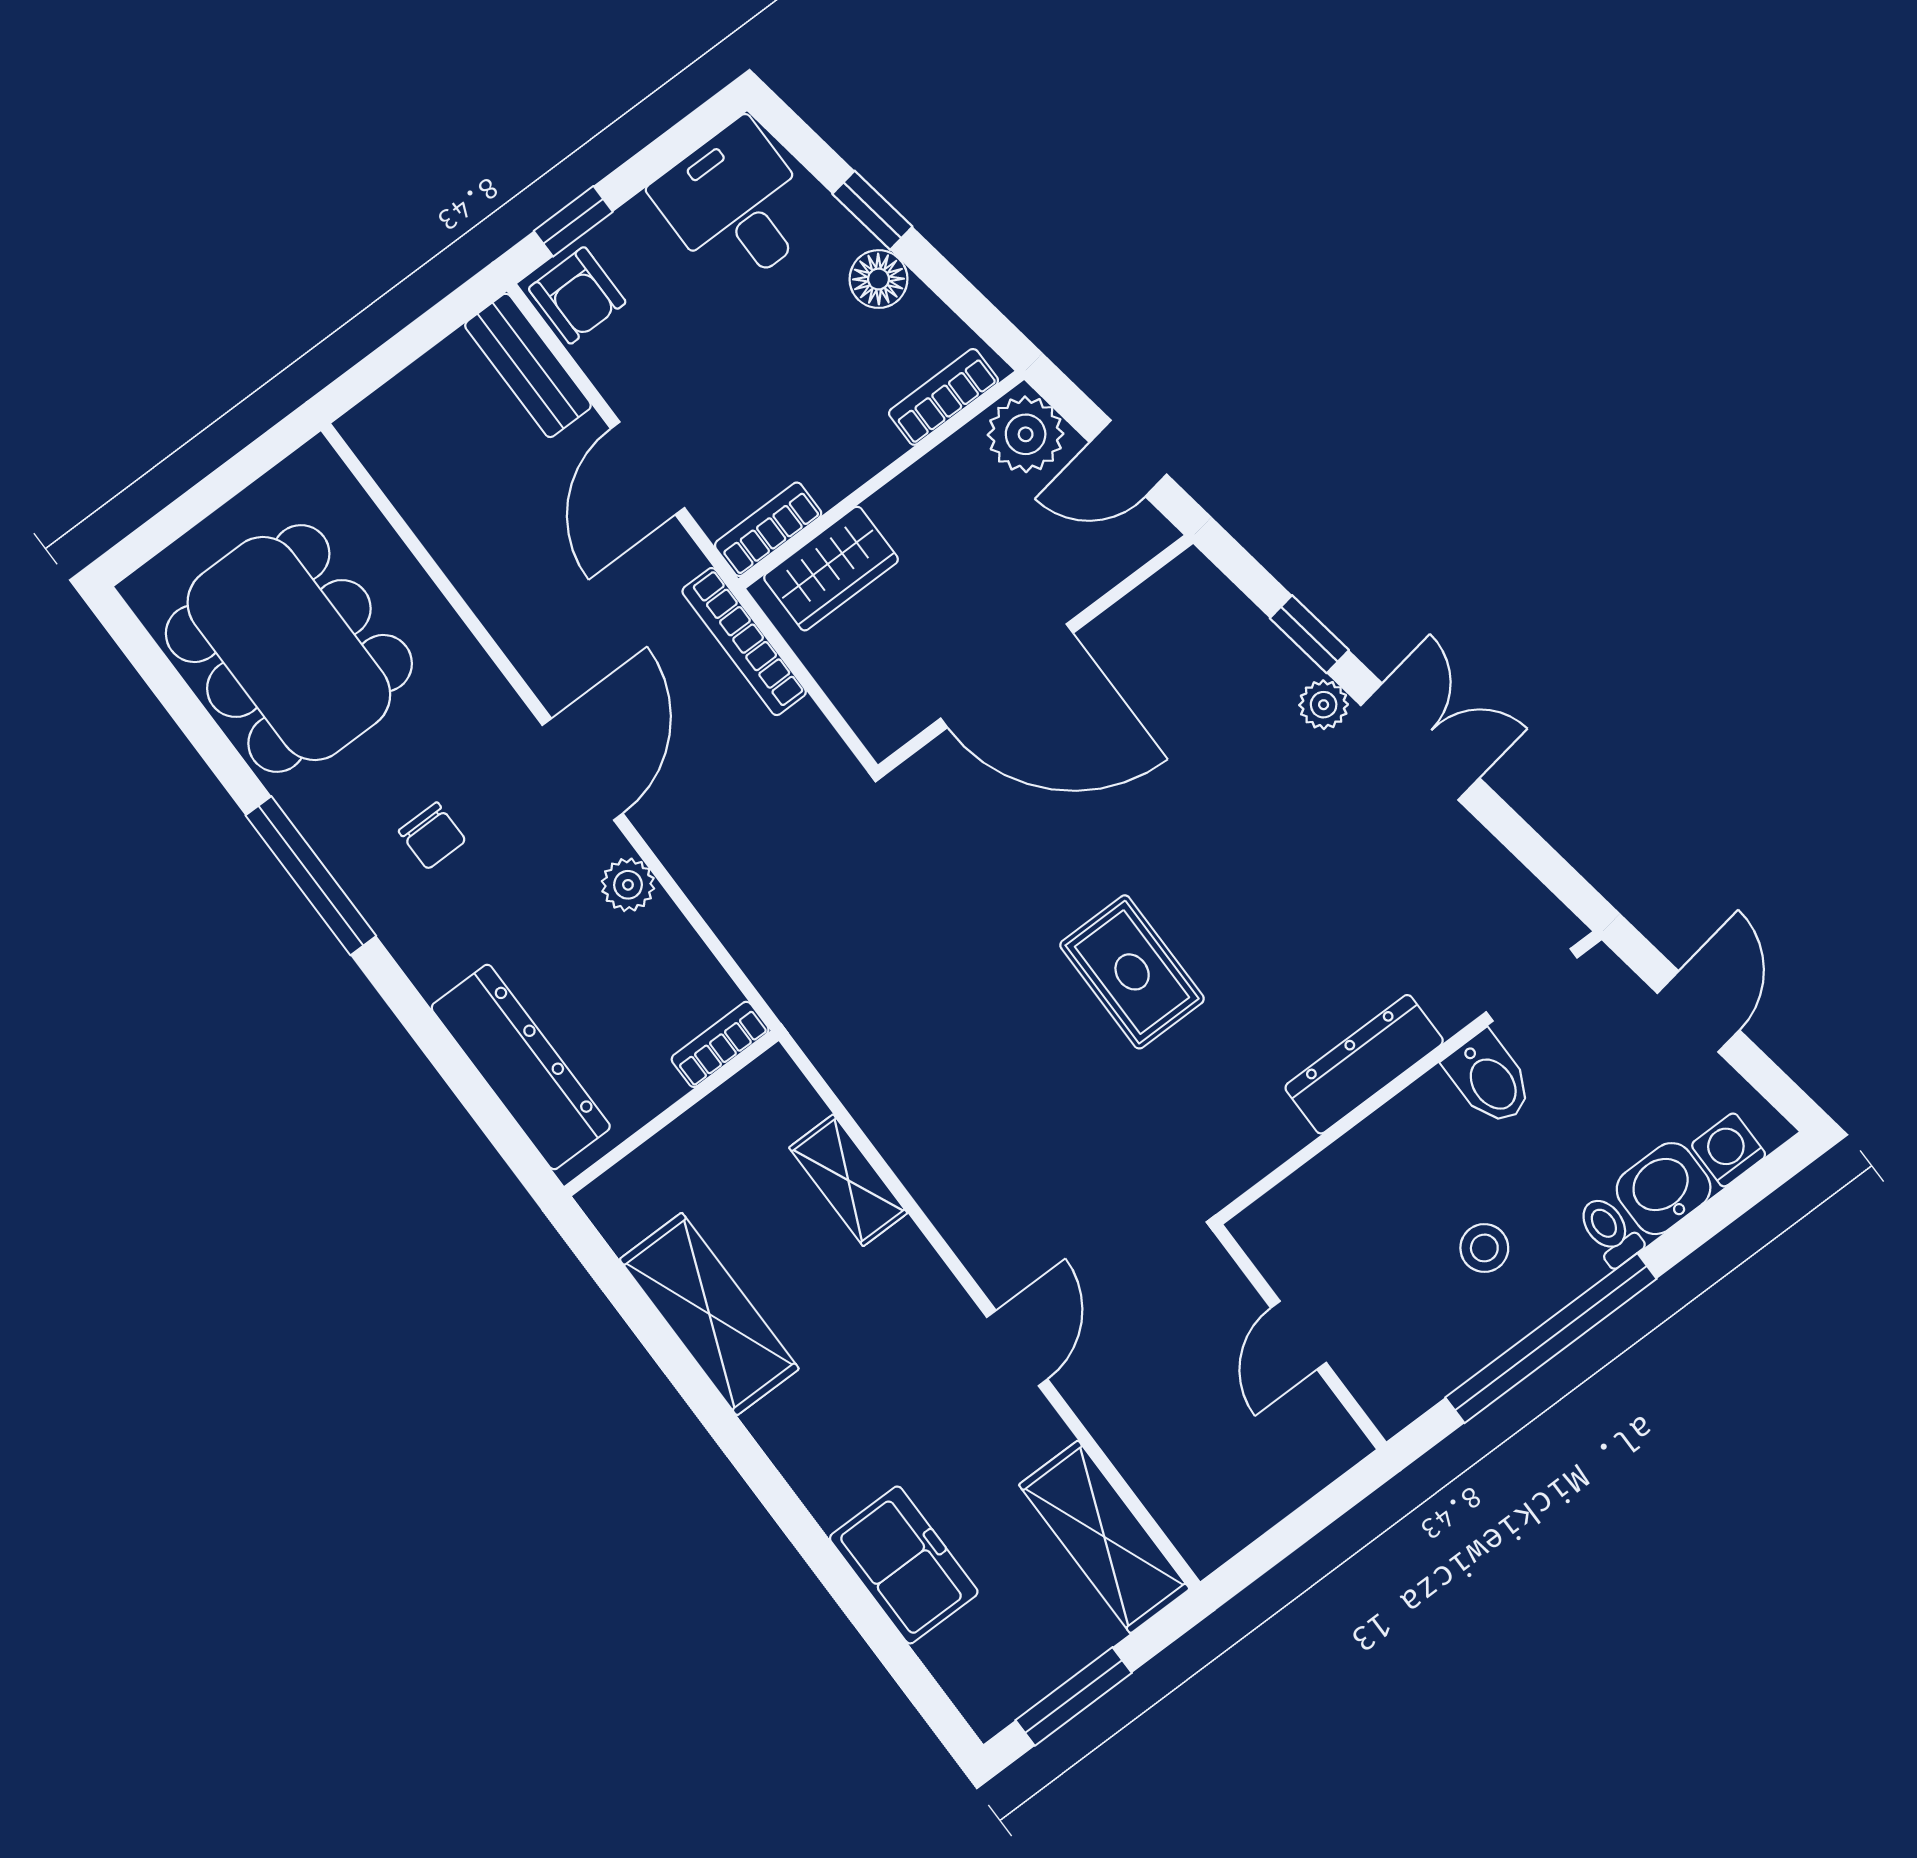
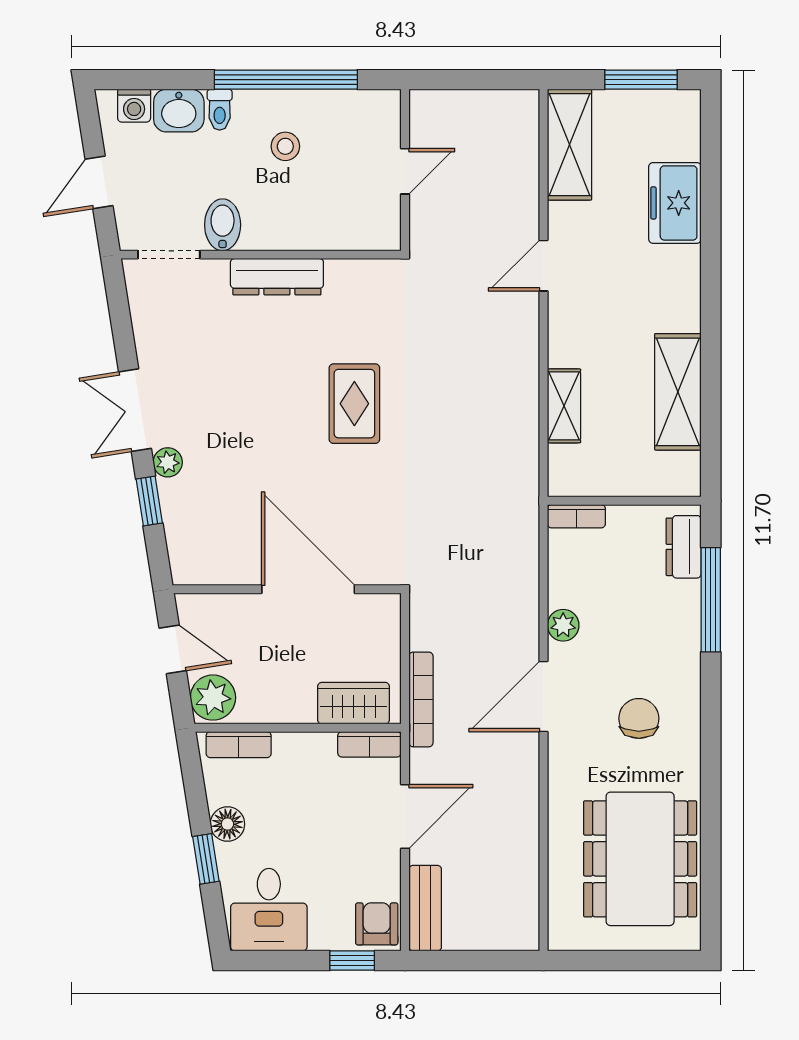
chair: (432, 836) -> (639, 718), width x1.37, depth x1.37
window: (311, 876) -> (711, 600), moved
dresser: (521, 1067) -> (684, 547), width x0.51, depth x0.80

